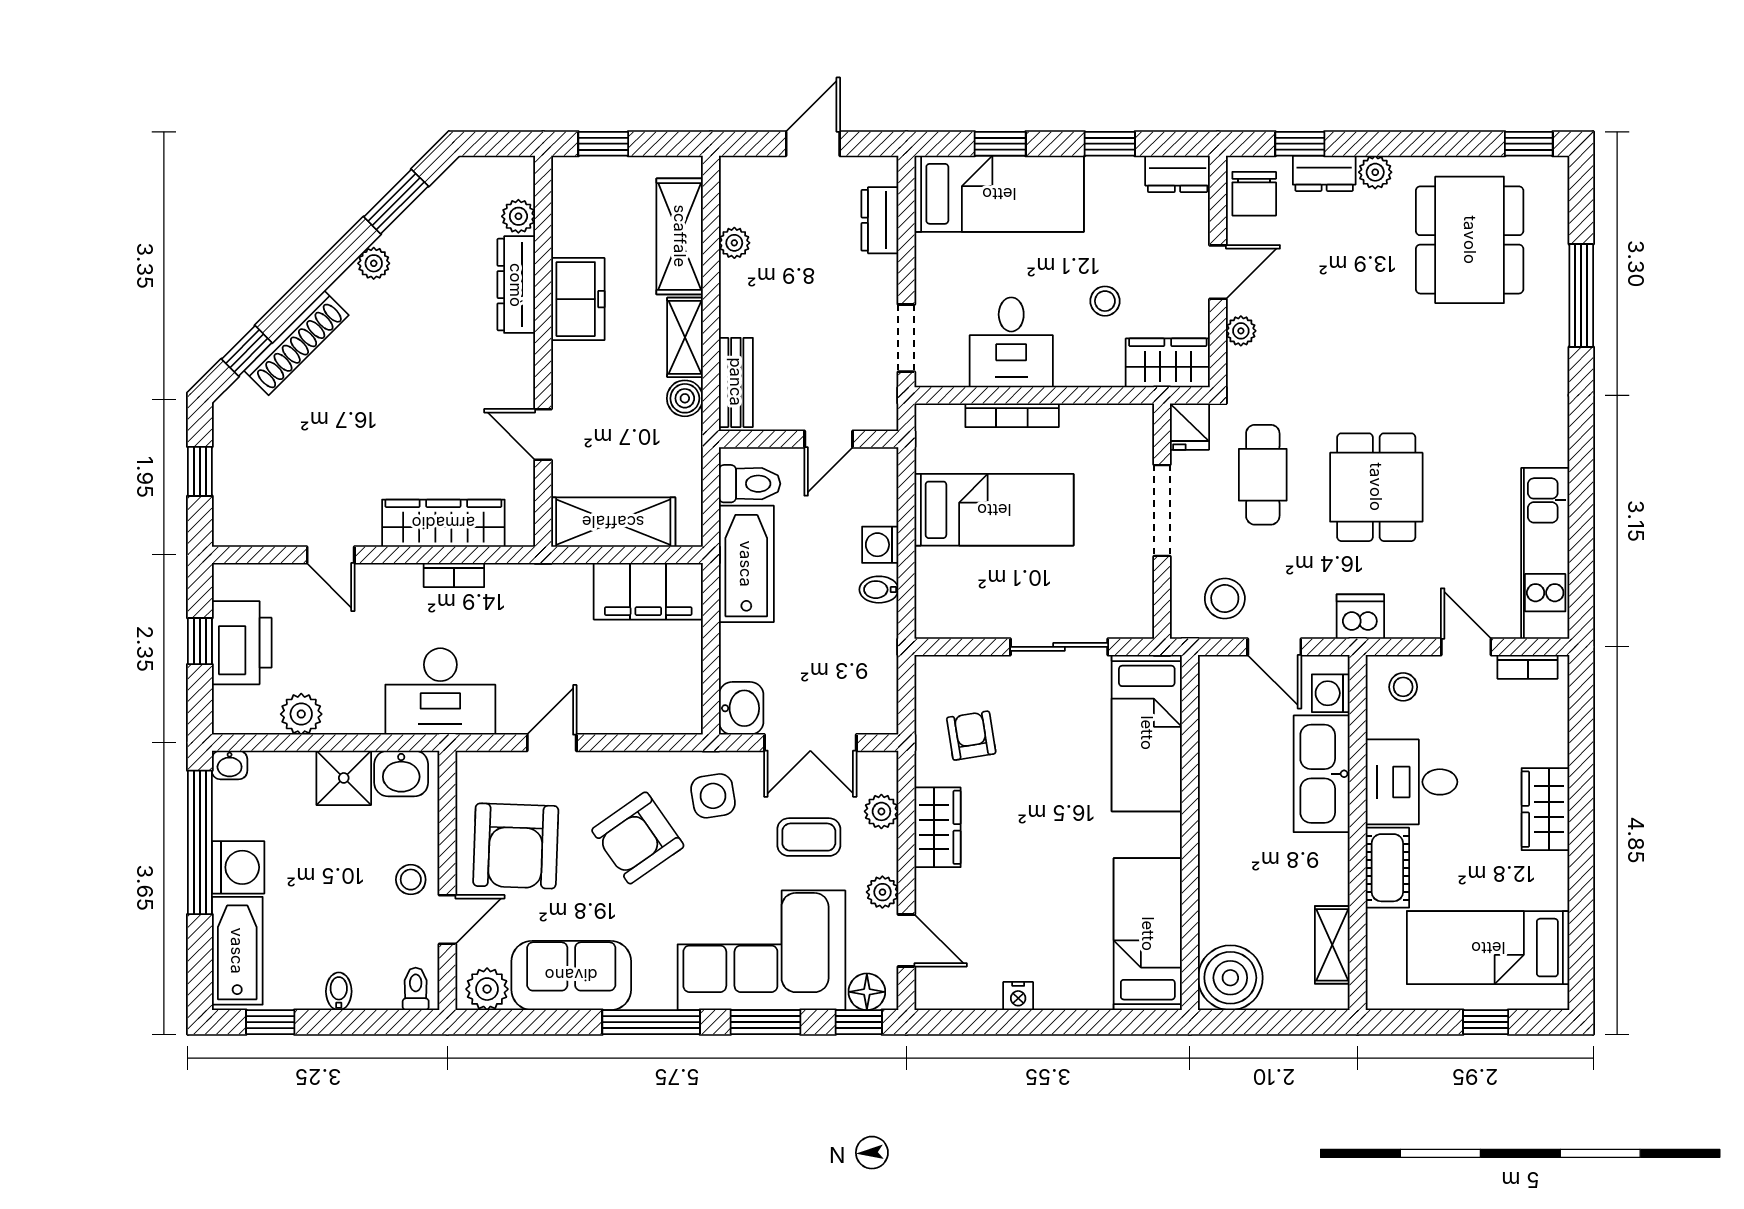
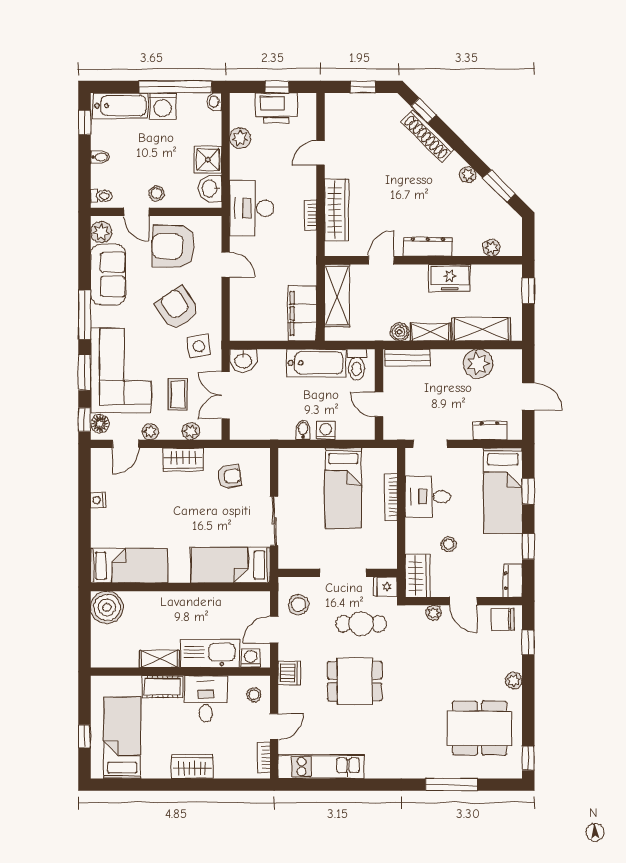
dresser: (1324, 173) -> (513, 655), removed
plant: (734, 243) -> (478, 364), width x1.88, depth x1.88
dresser: (516, 285) -> (428, 247), moved
shelving: (1332, 945) -> (159, 659), moved

